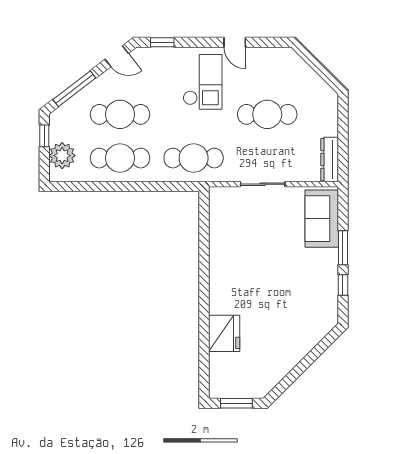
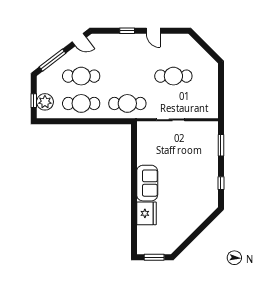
window: (162, 42) -> (127, 31), moved
checkout: (203, 82) -> (133, 56), removed
window: (44, 136) -> (34, 101), moved
dresser: (330, 160) -> (213, 104), removed
sofa: (322, 219) -> (147, 183), moved, turned 180
window: (343, 248) -> (221, 145), moved

